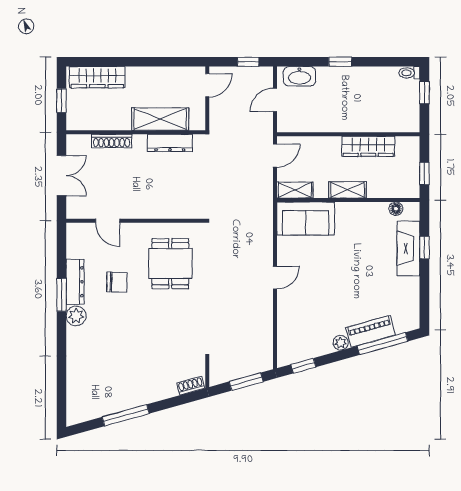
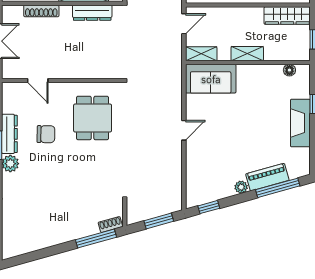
wardrobe: (368, 146) -> (287, 16), moved
fireplace: (408, 248) -> (300, 123), moved
window: (126, 415) -> (96, 239), moved

